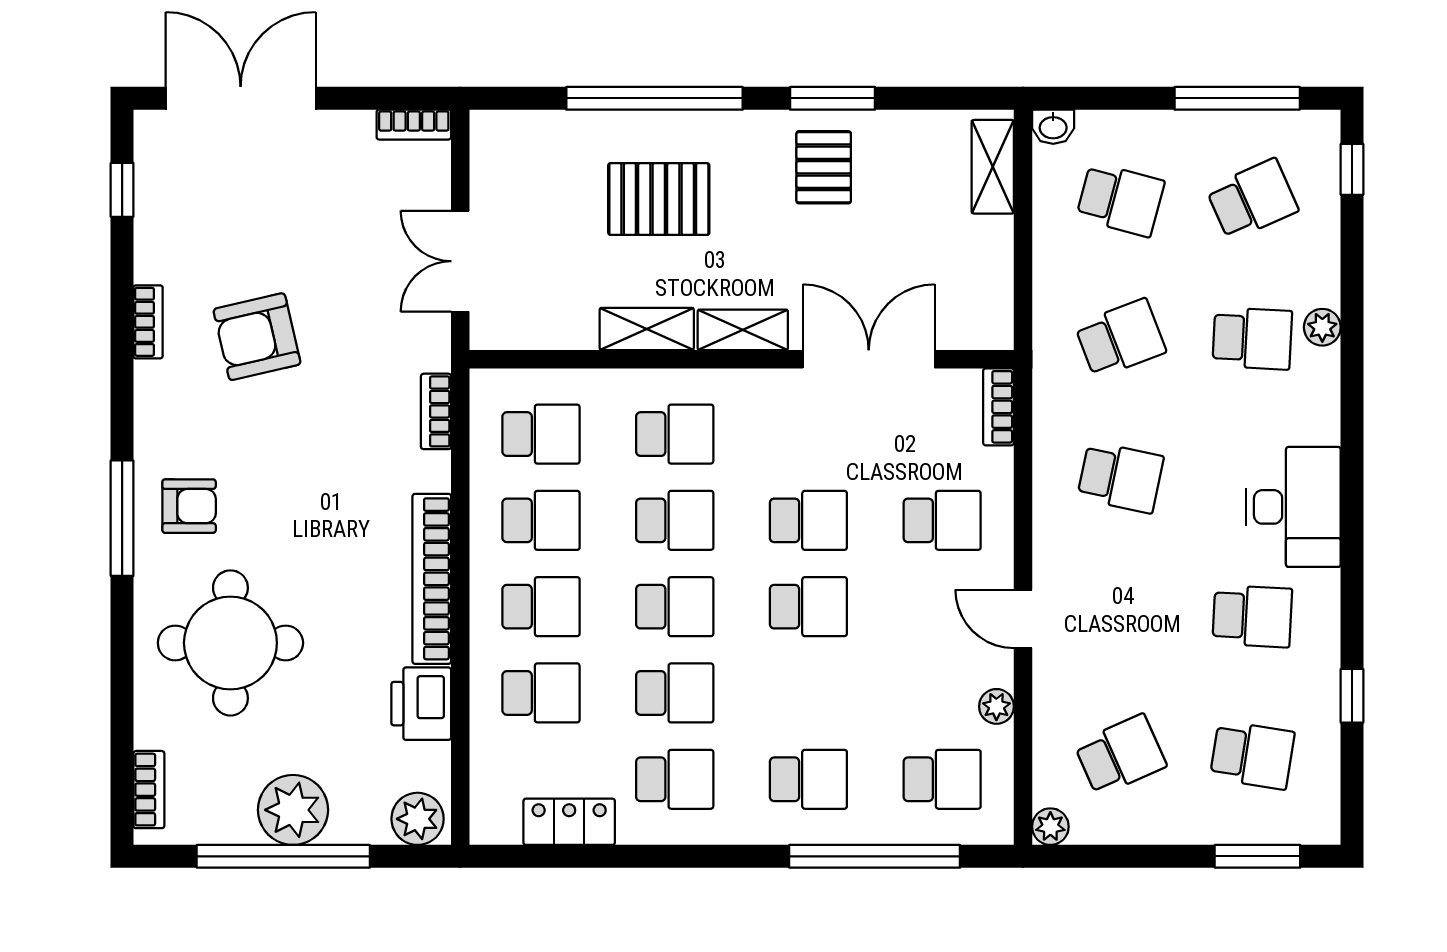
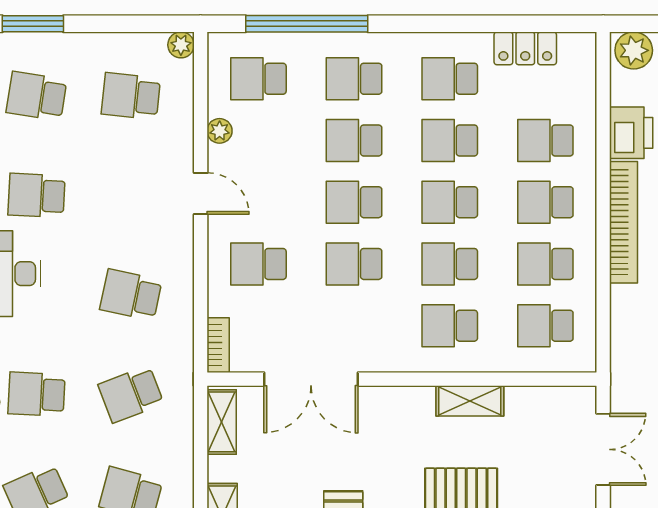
shelving: (743, 330) -> (222, 422), moved, turned 90
bookcase: (436, 411) -> (620, 342), removed
school desk: (808, 693) -> (354, 140), added
school desk: (1120, 755) -> (131, 96), turned 30

